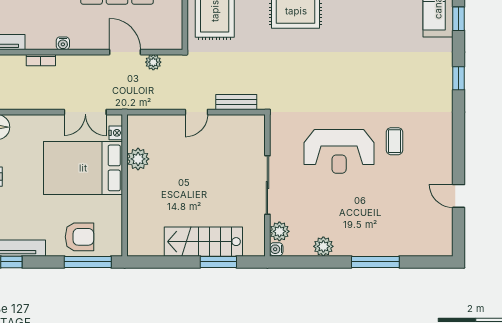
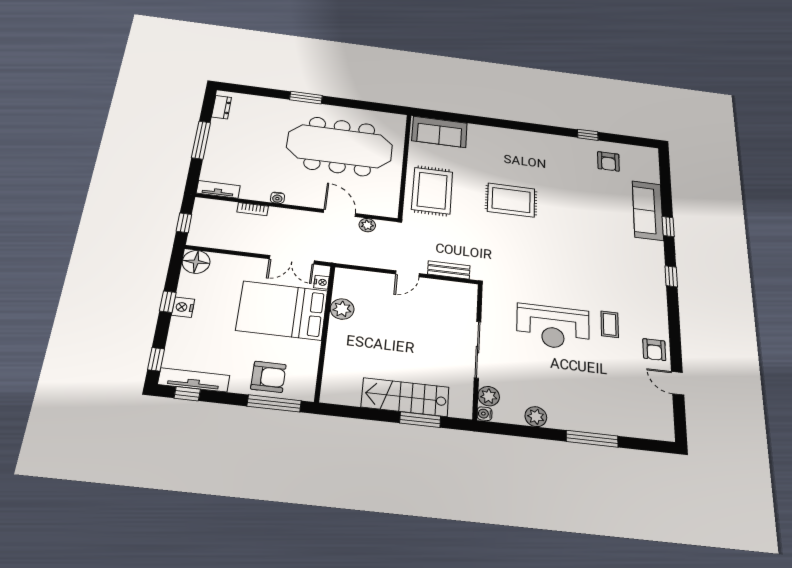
armchair: (438, 163) -> (654, 350), added

